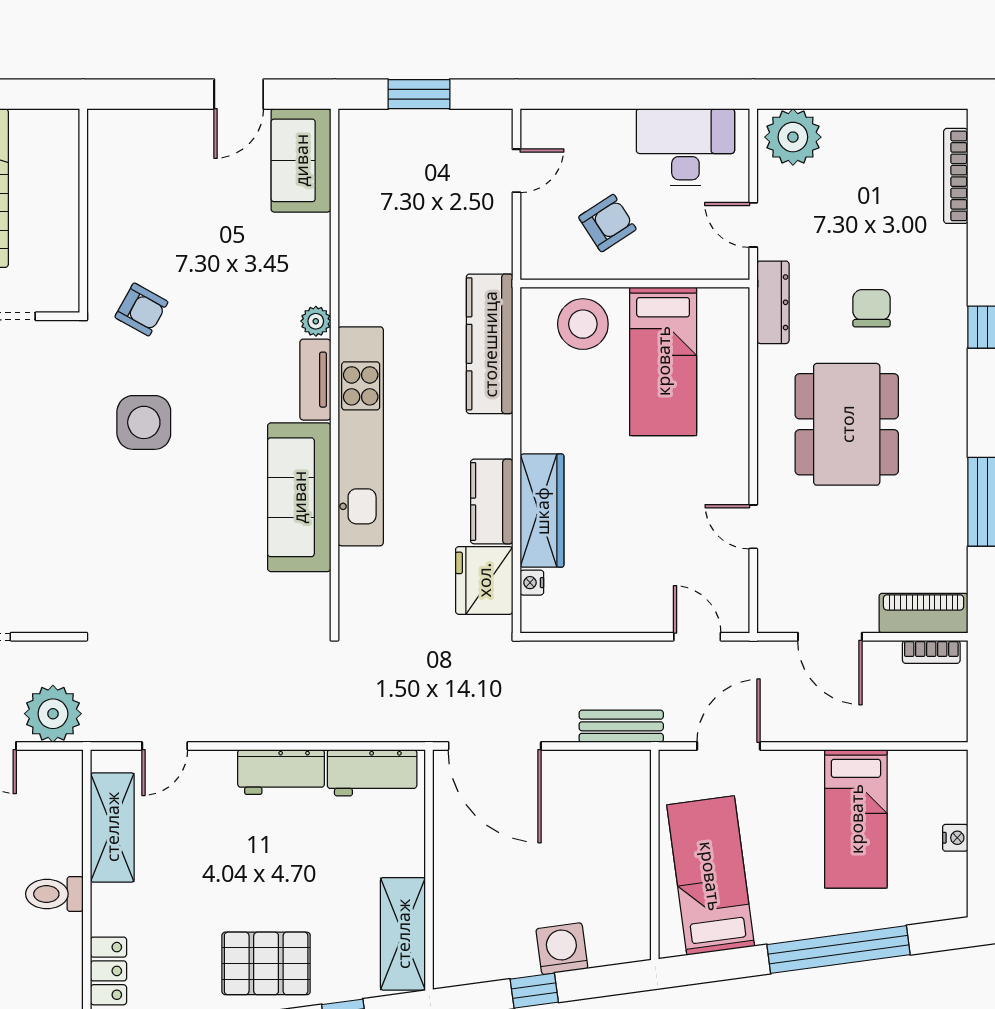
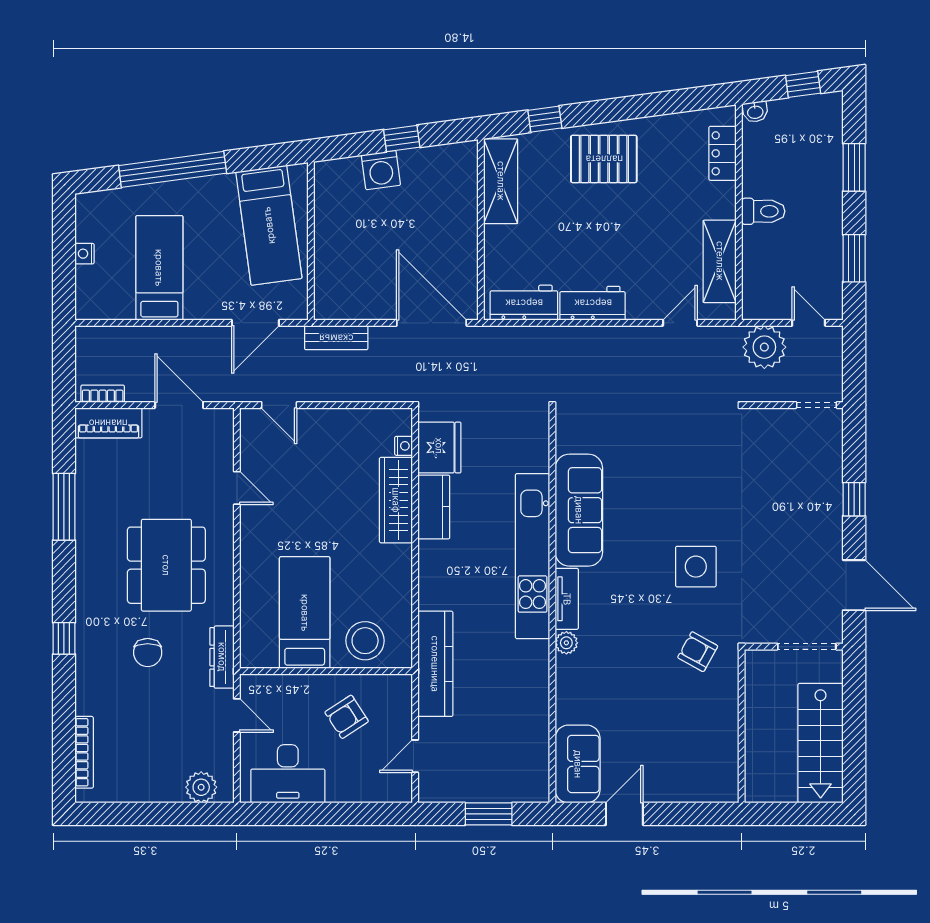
plant: (793, 137) -> (201, 787), width x0.73, depth x0.73
kitchen counter: (490, 344) -> (435, 664), moved

